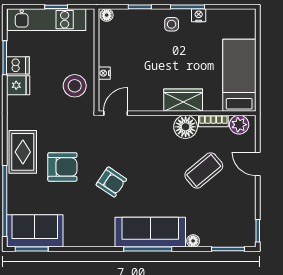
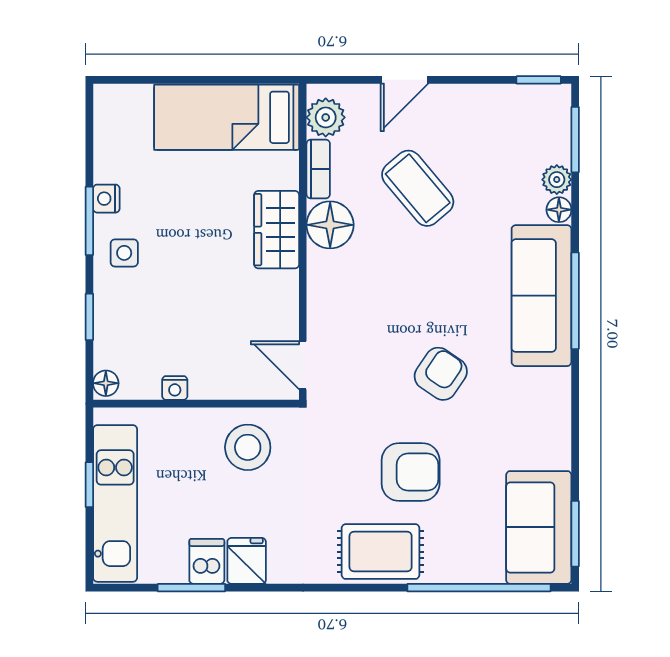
nightstand: (104, 73) -> (175, 388), moved
armchair: (62, 167) -> (411, 472), turned 90
plant: (208, 240) -> (557, 180), added

